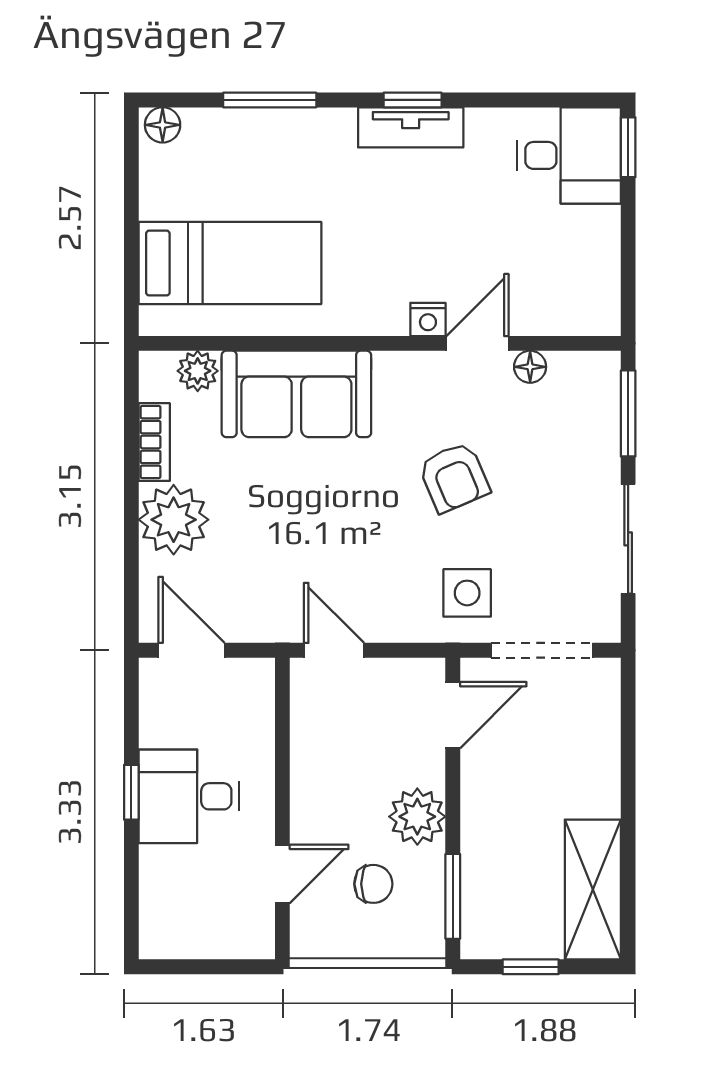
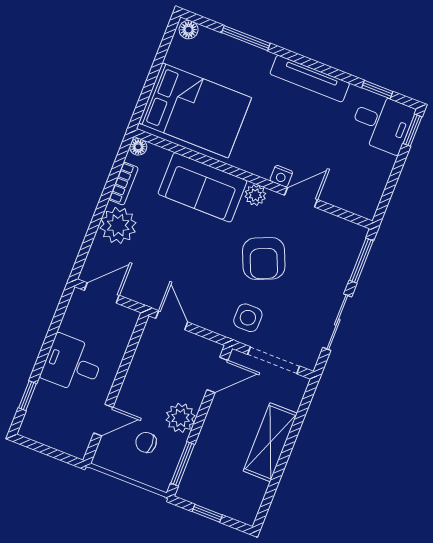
window: (413, 100) -> (377, 90), moved
tv unit: (411, 127) -> (310, 79), width x1.41
bed: (230, 263) -> (195, 110), width x1.50
floor lamp: (530, 367) -> (138, 147), moved
plant: (198, 371) -> (255, 195), moved
armchair: (454, 477) -> (264, 258), width x1.38, depth x1.38
door: (191, 650) -> (102, 293), hinge flipped
window: (131, 792) -> (27, 396), moved
chair: (373, 884) -> (146, 442), turned 180
shelving: (593, 890) -> (270, 442), moved

